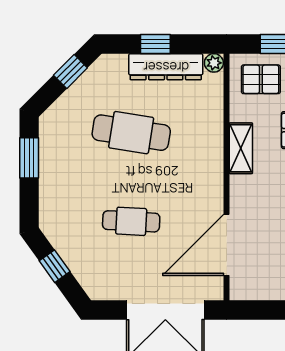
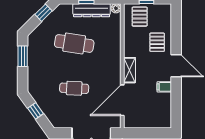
pallet: (261, 79) -> (140, 17), turned 90
shelving: (241, 148) -> (129, 70), moved

